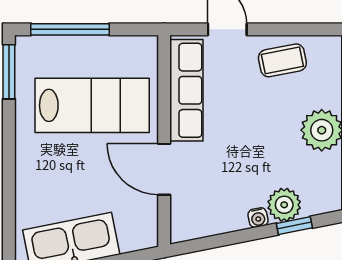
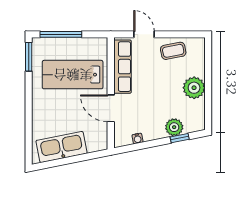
lab bench: (92, 105) -> (73, 75), turned 180
water cooler: (258, 218) -> (137, 138), moved

